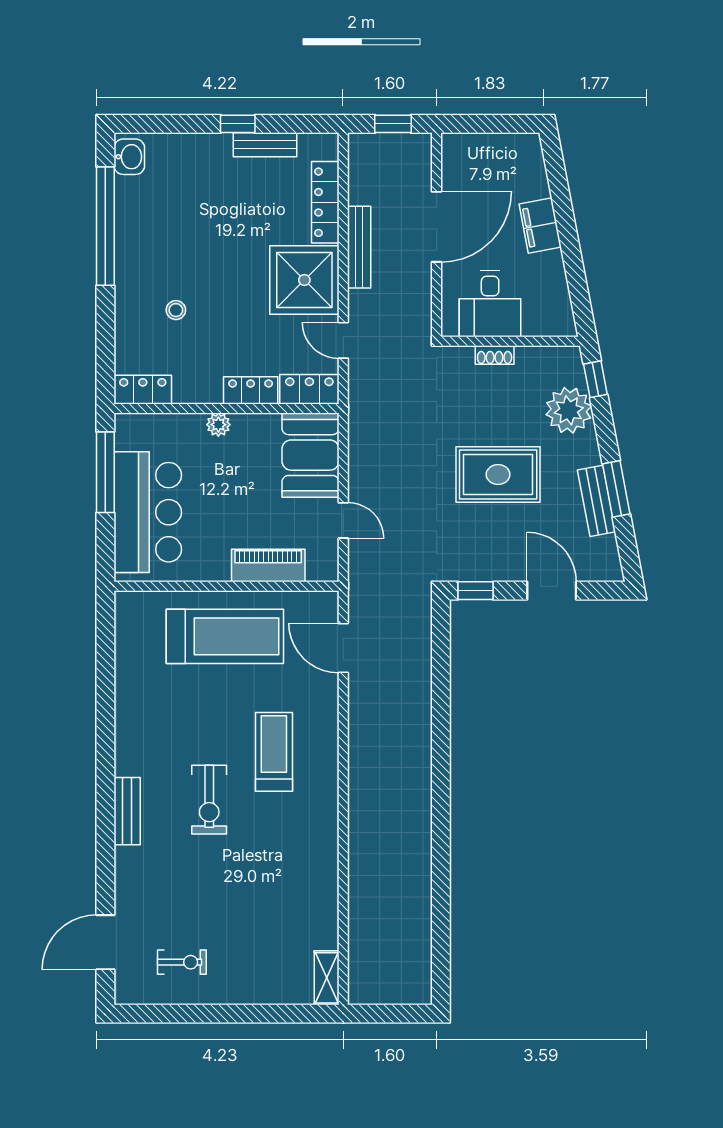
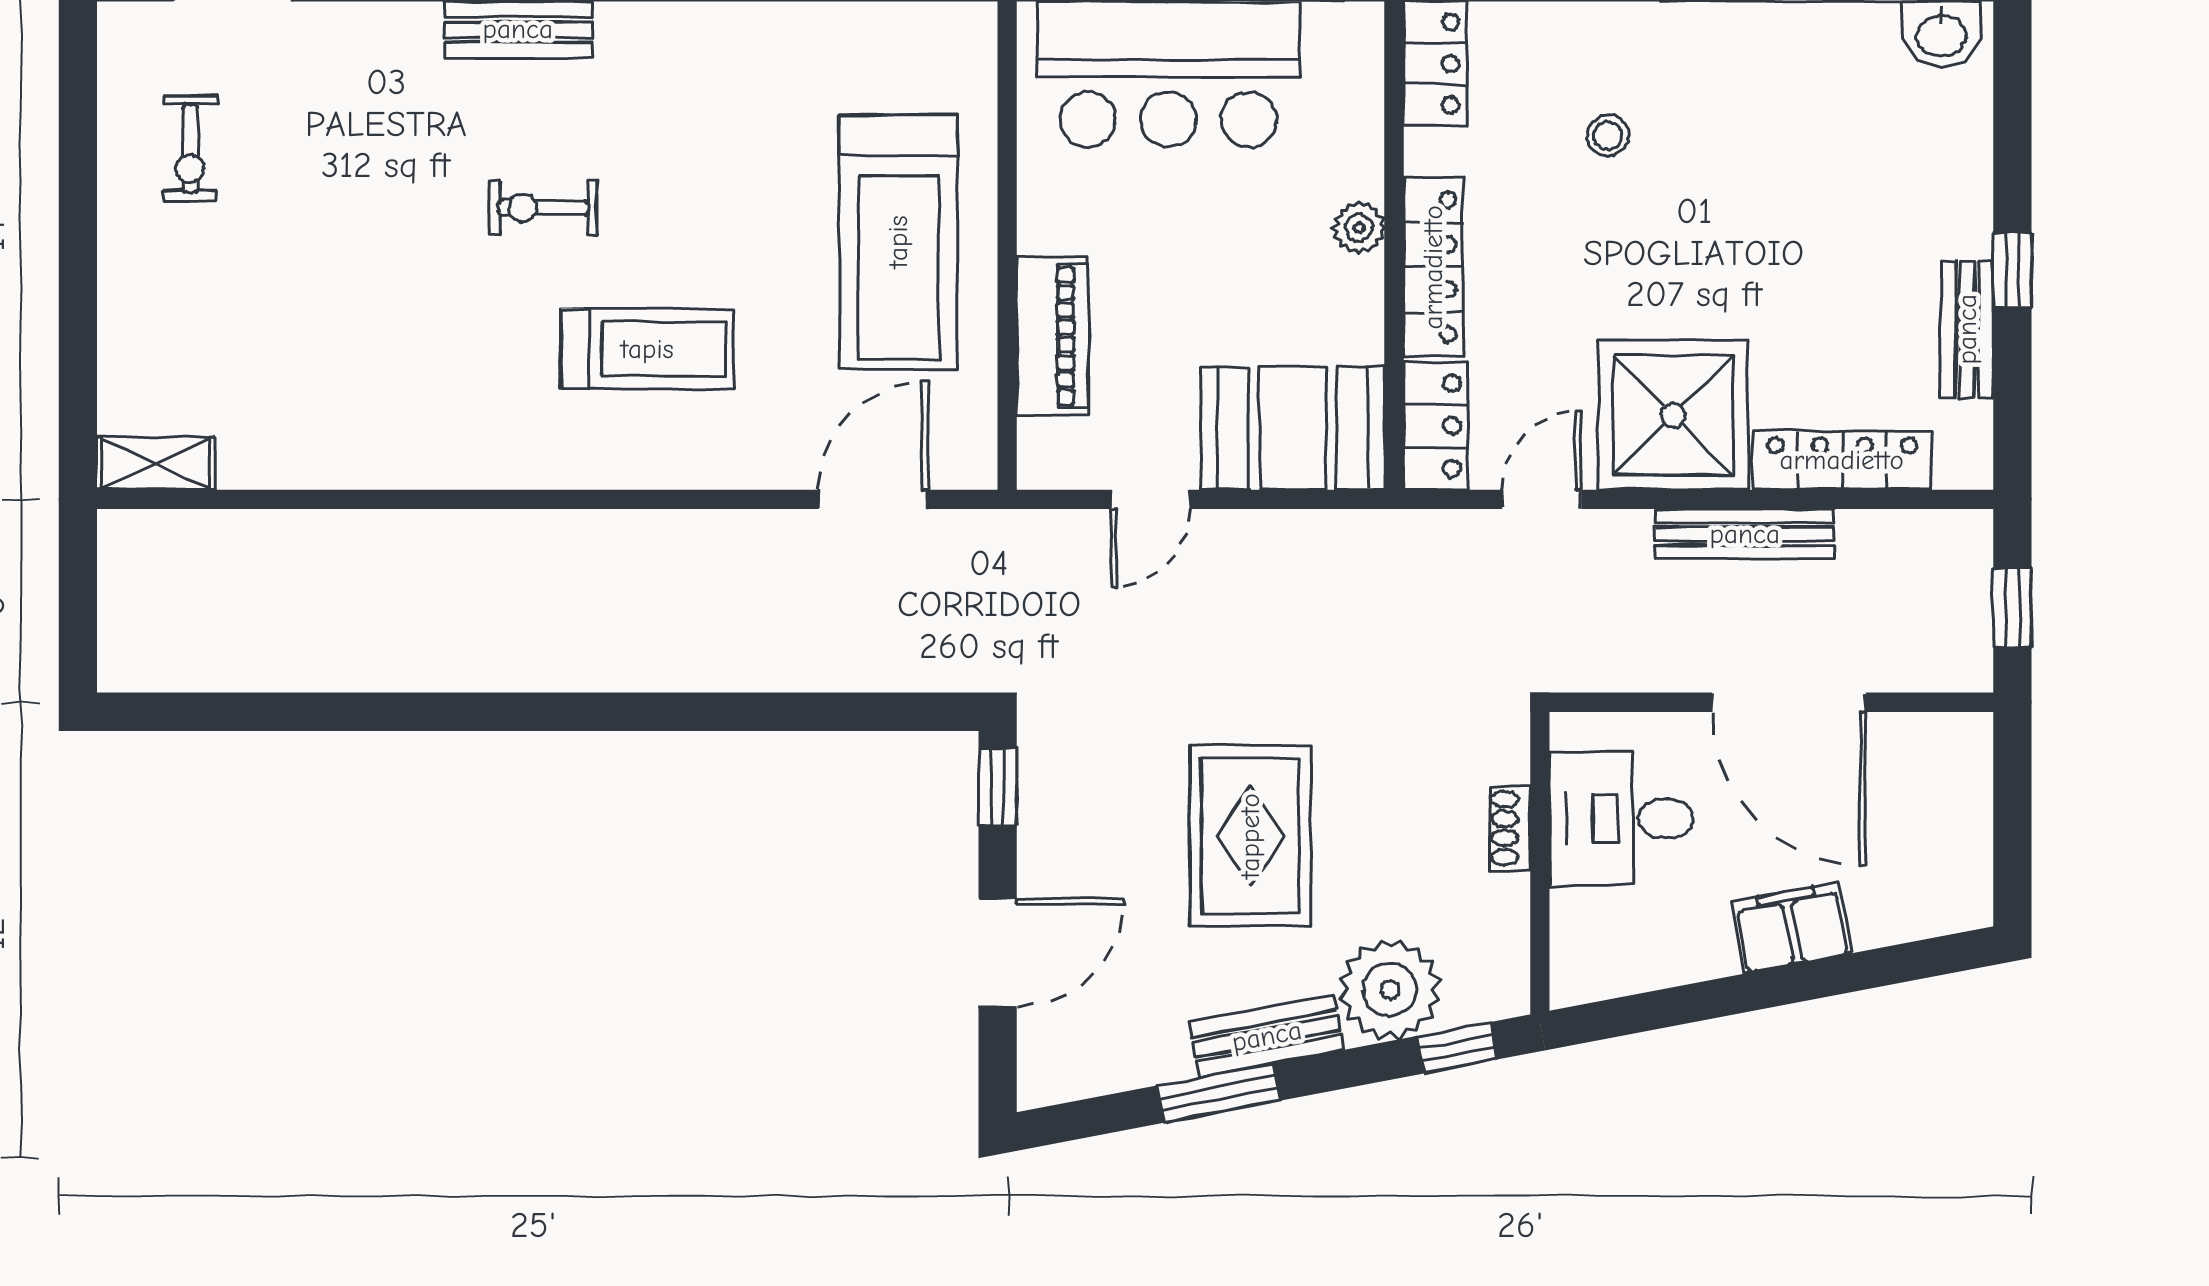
locker: (251, 390) -> (1433, 267), width x1.53
bench: (596, 501) -> (1267, 1036), moved
exercise bike: (209, 800) -> (543, 208), width x0.73, depth x0.72

